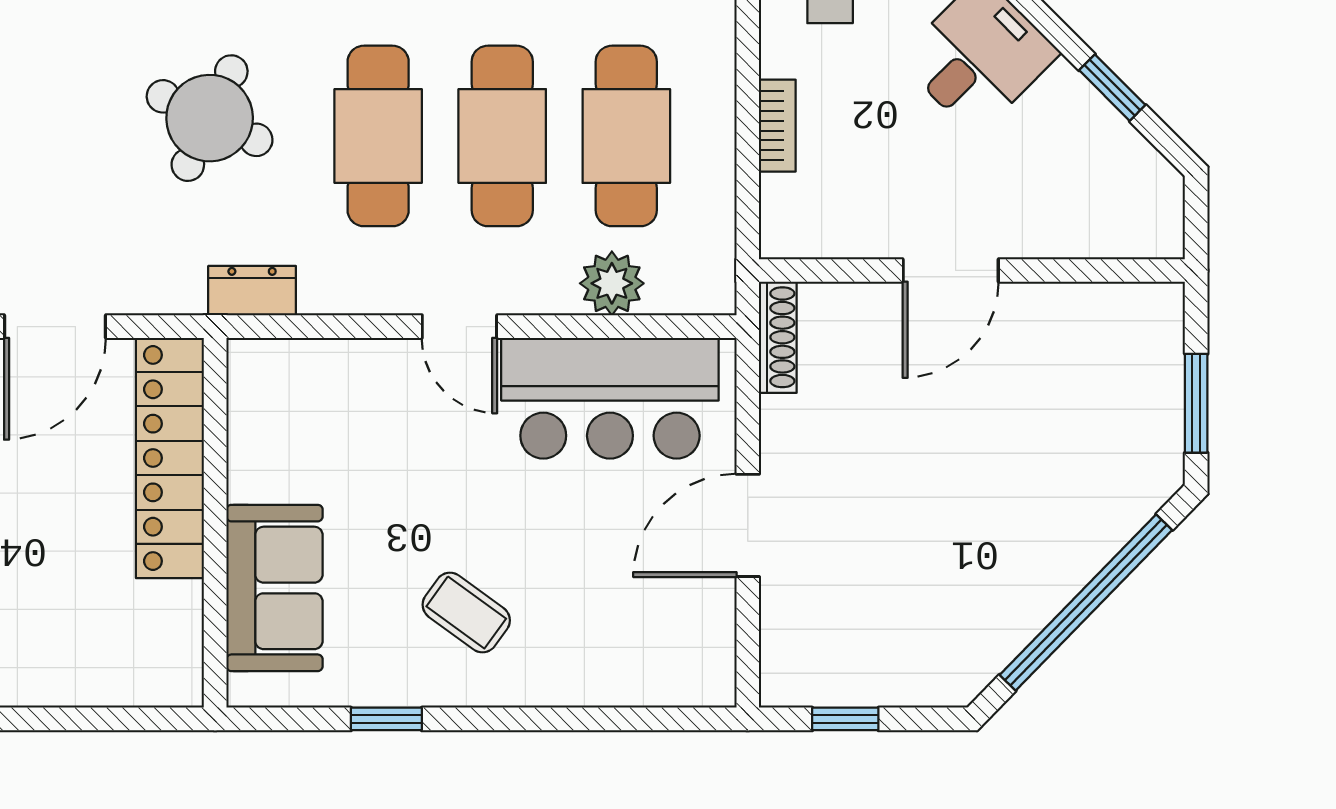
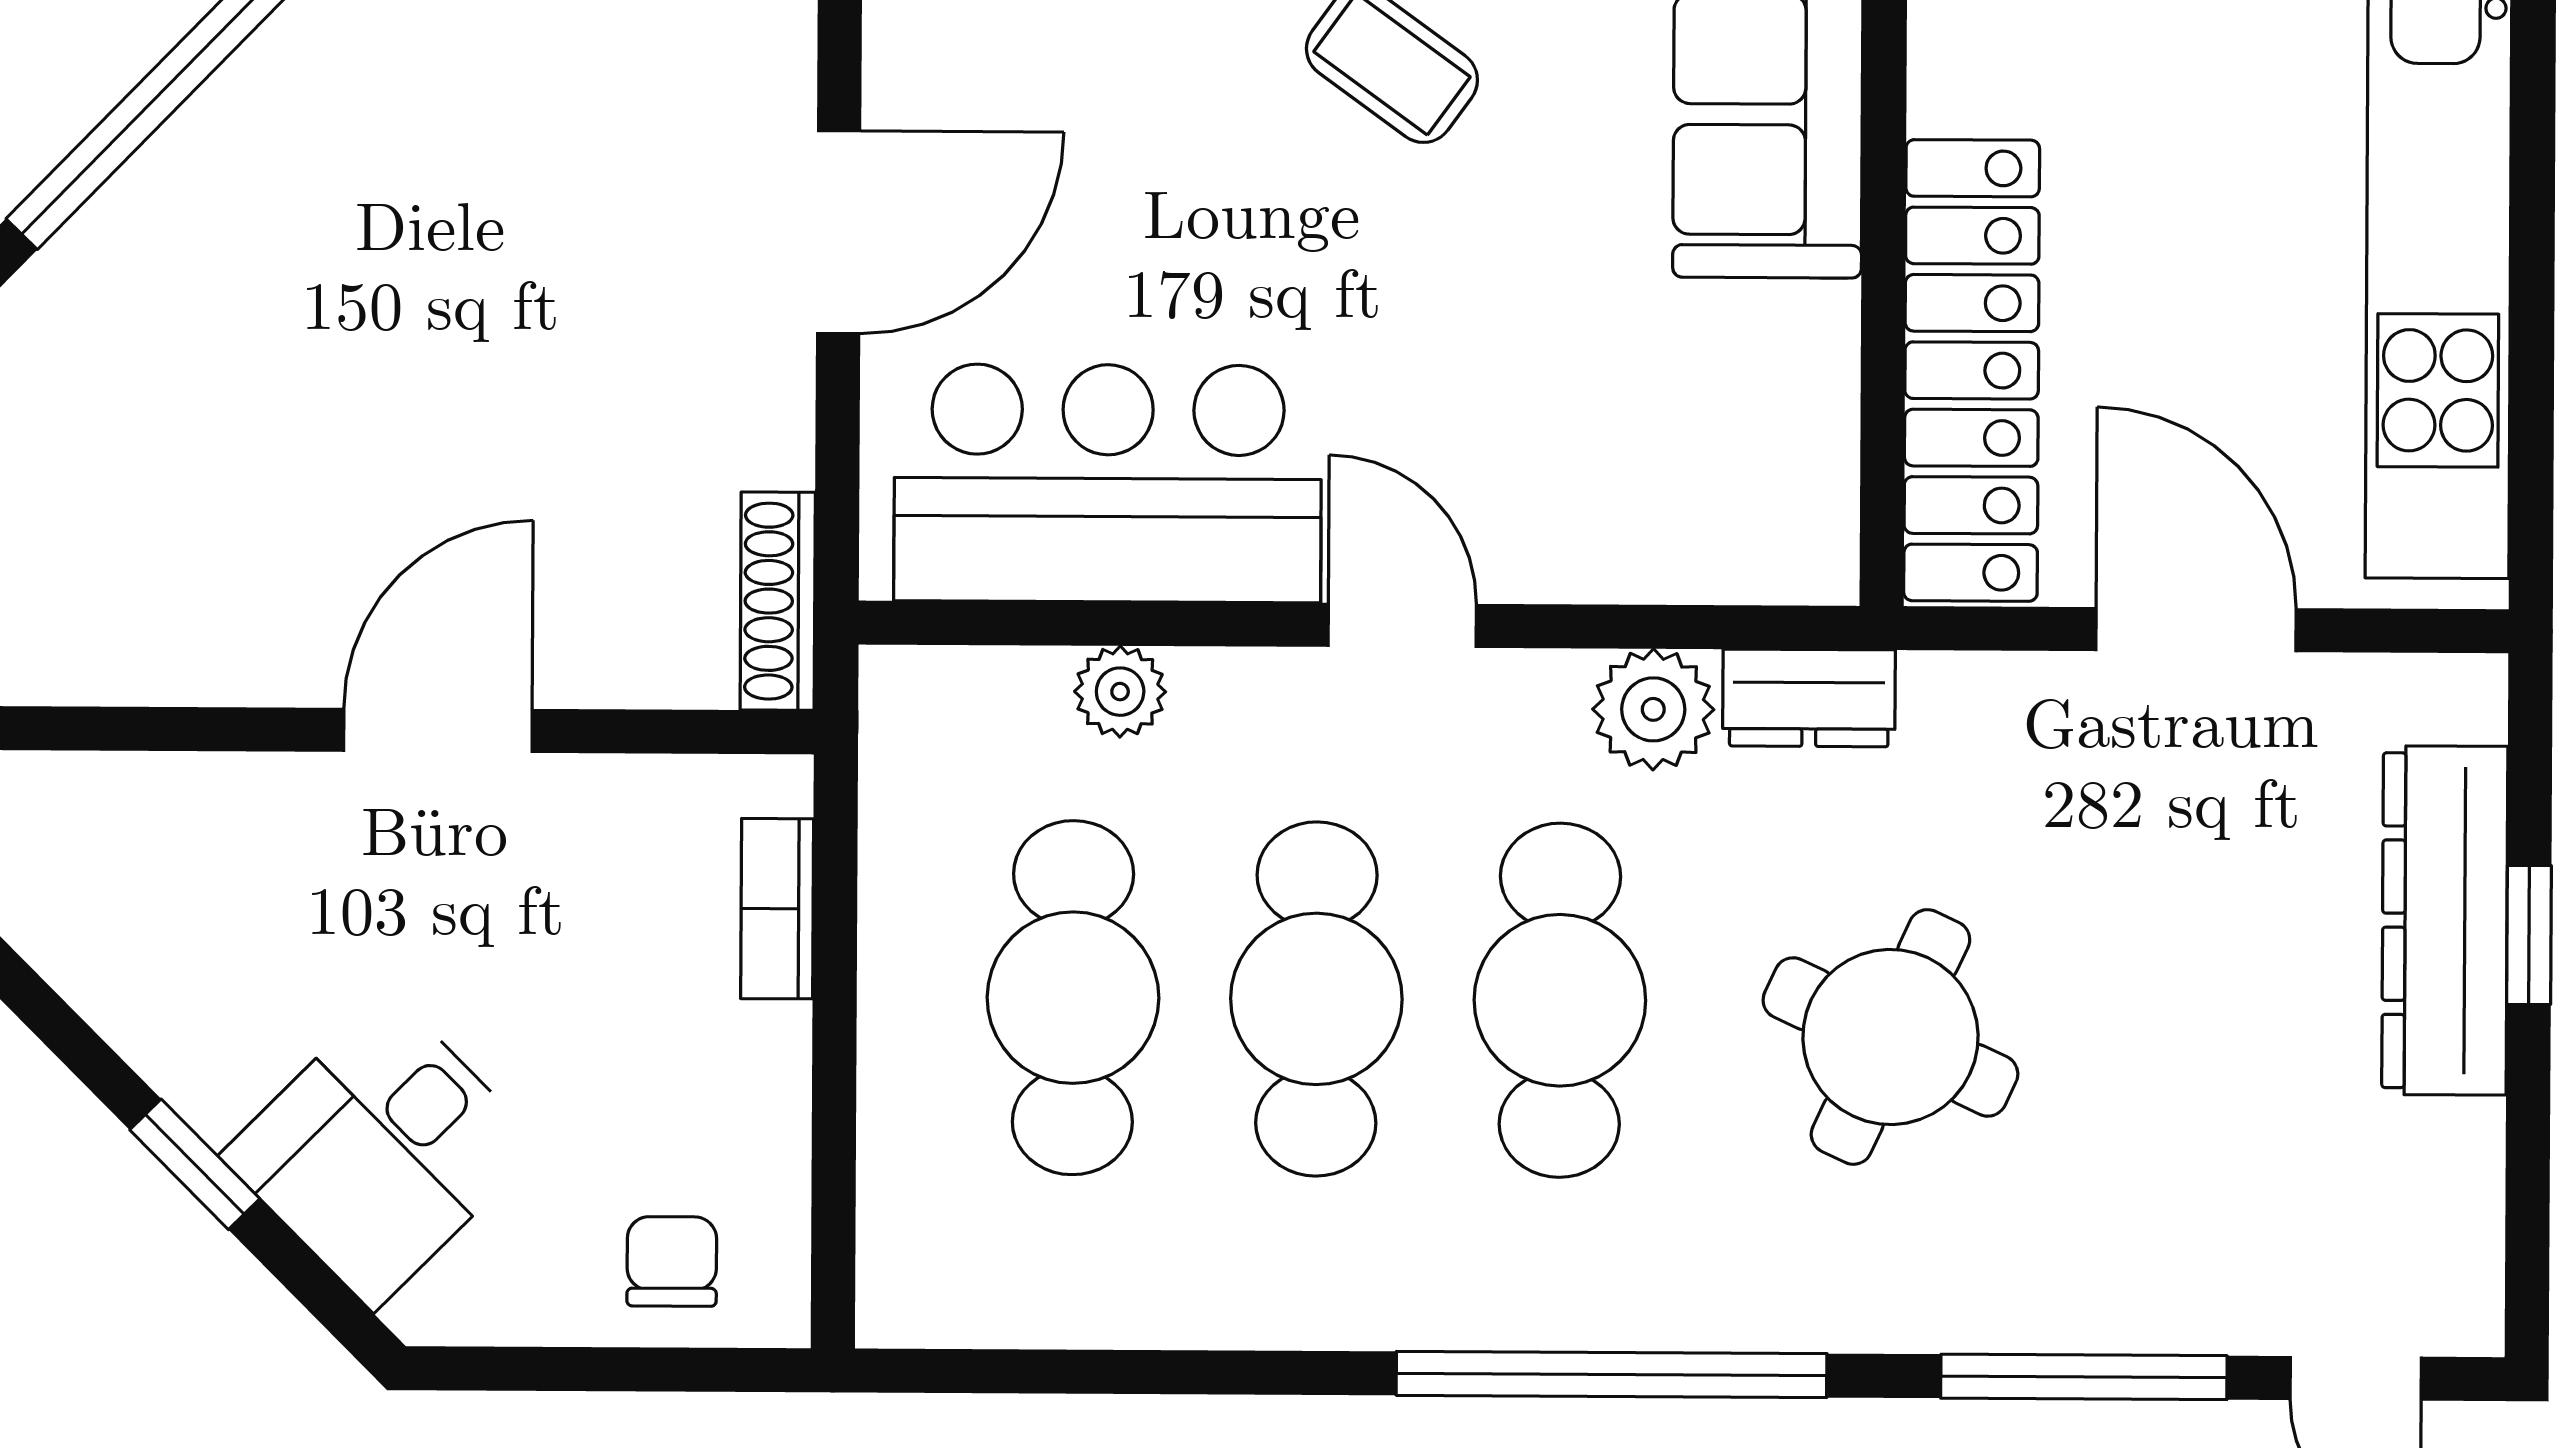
window: (1112, 88) -> (195, 1164), moved
bookcase: (777, 126) -> (777, 909), moved
plant: (612, 283) -> (1120, 692), width x0.73, depth x0.73
plant: (331, 284) -> (1653, 709), added
door: (55, 327) -> (2196, 630), hinge flipped

